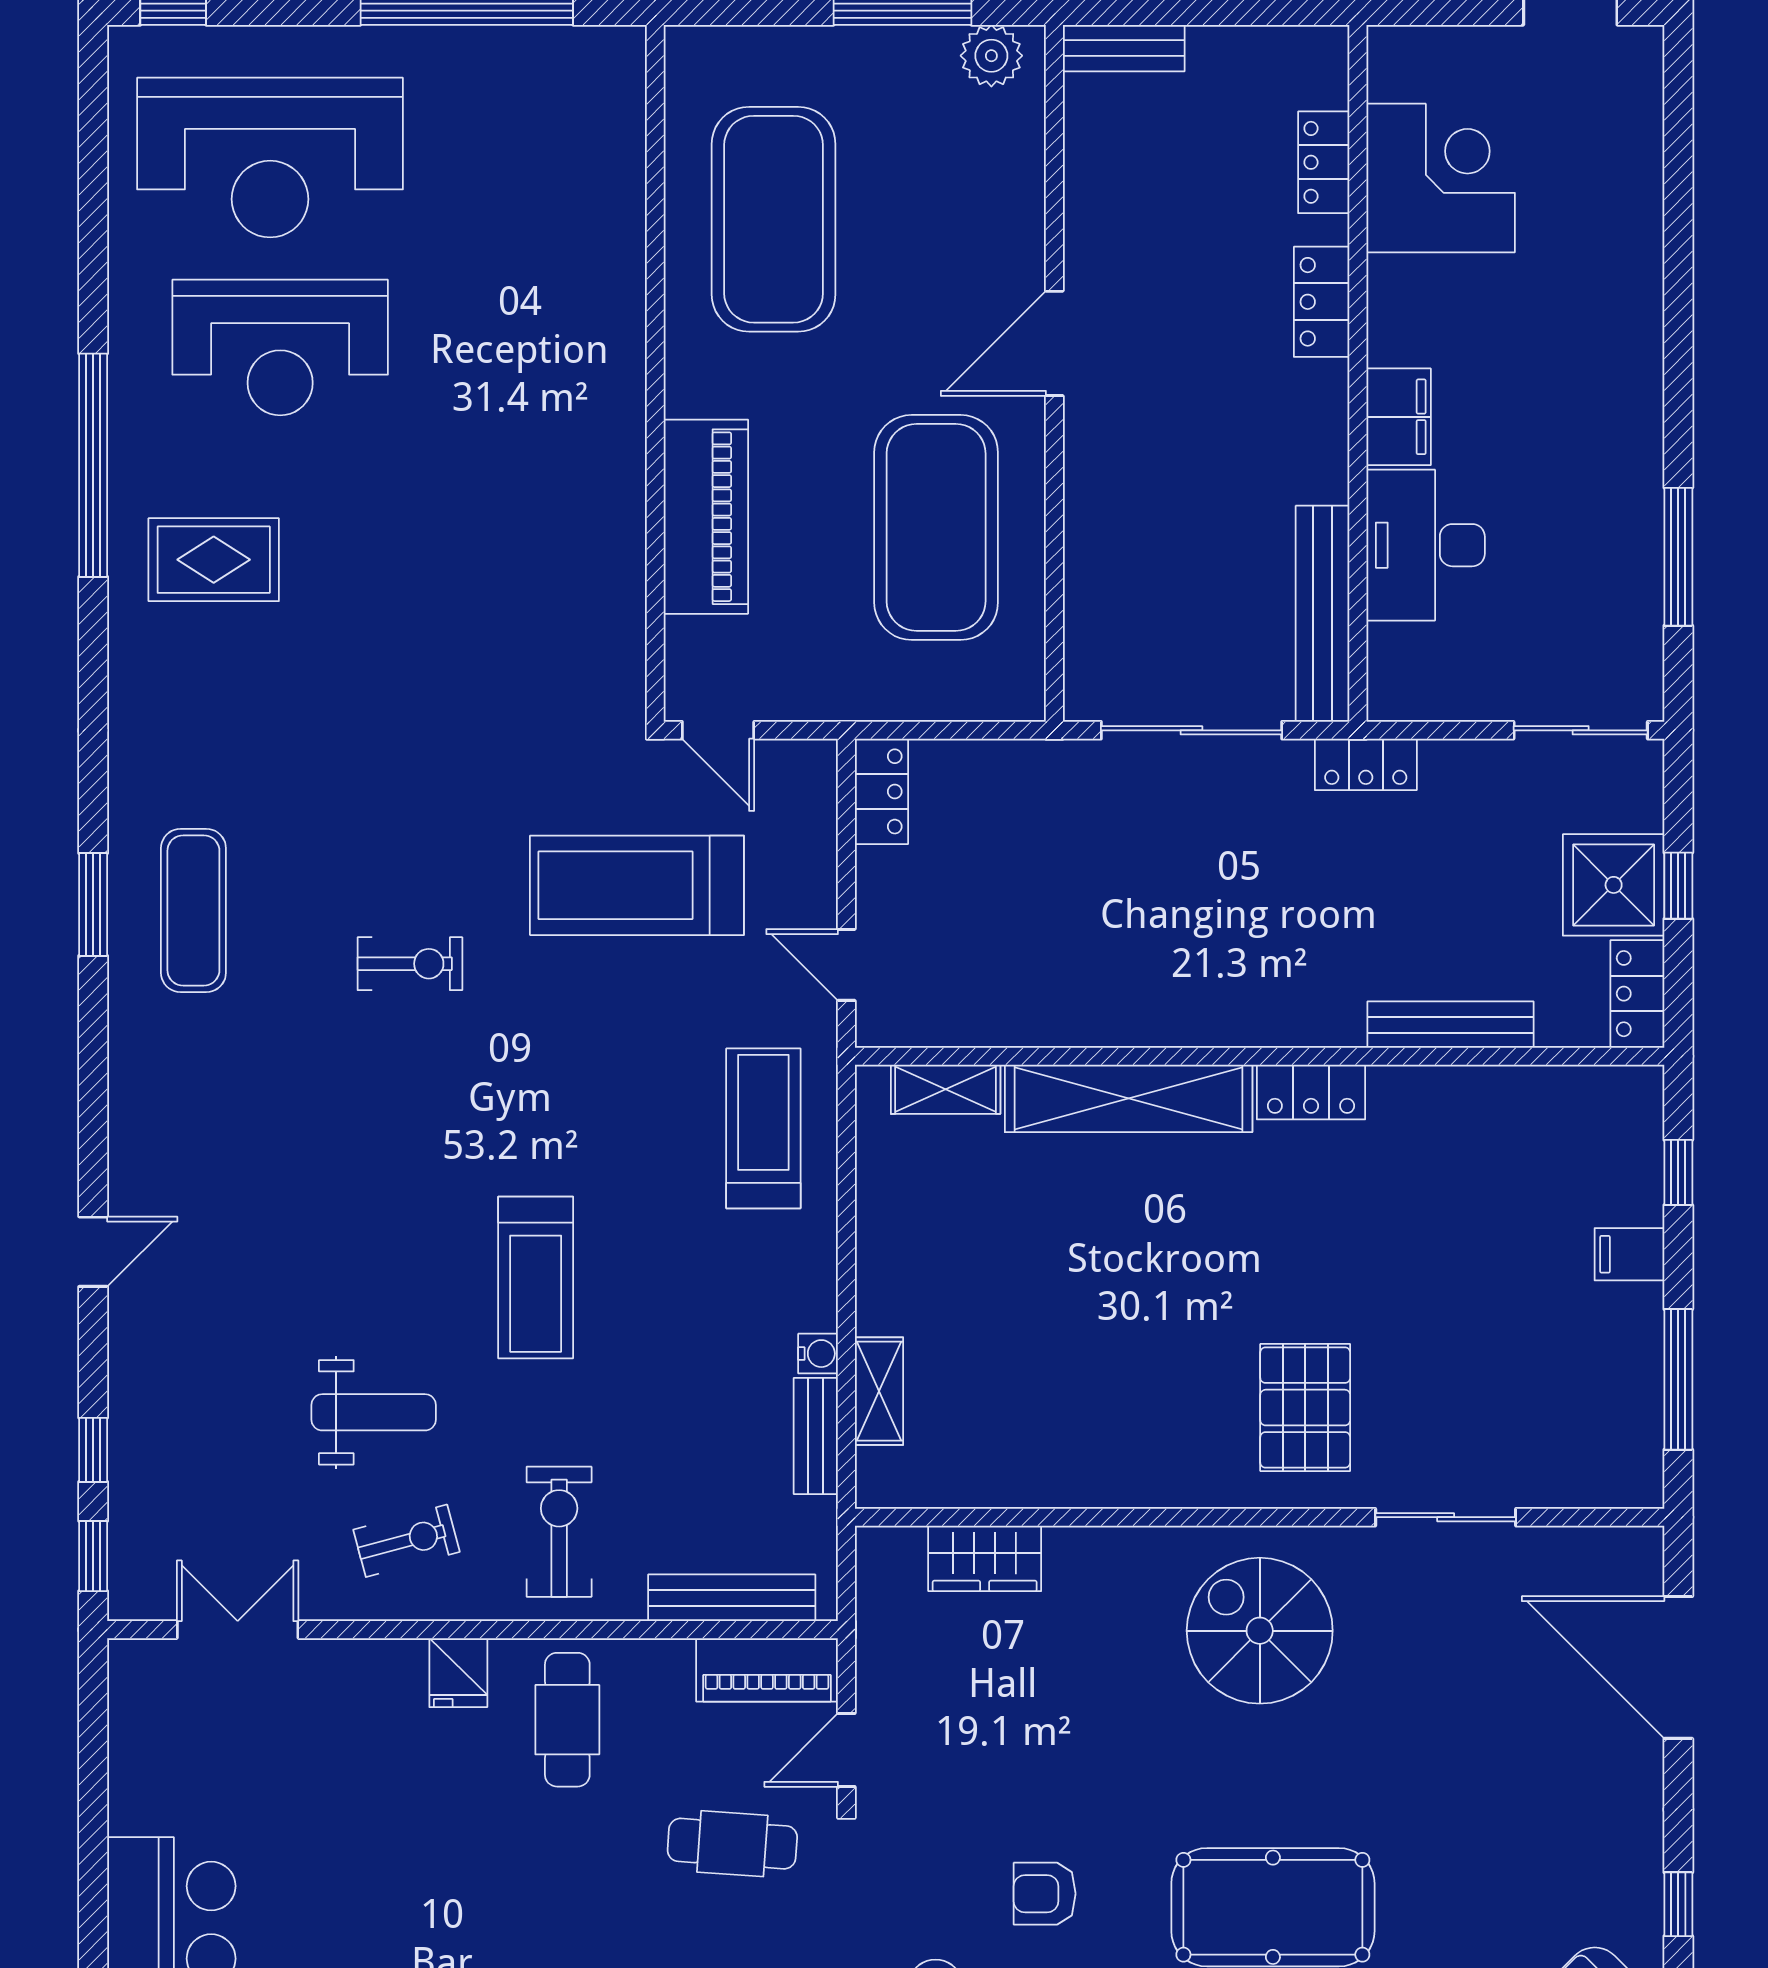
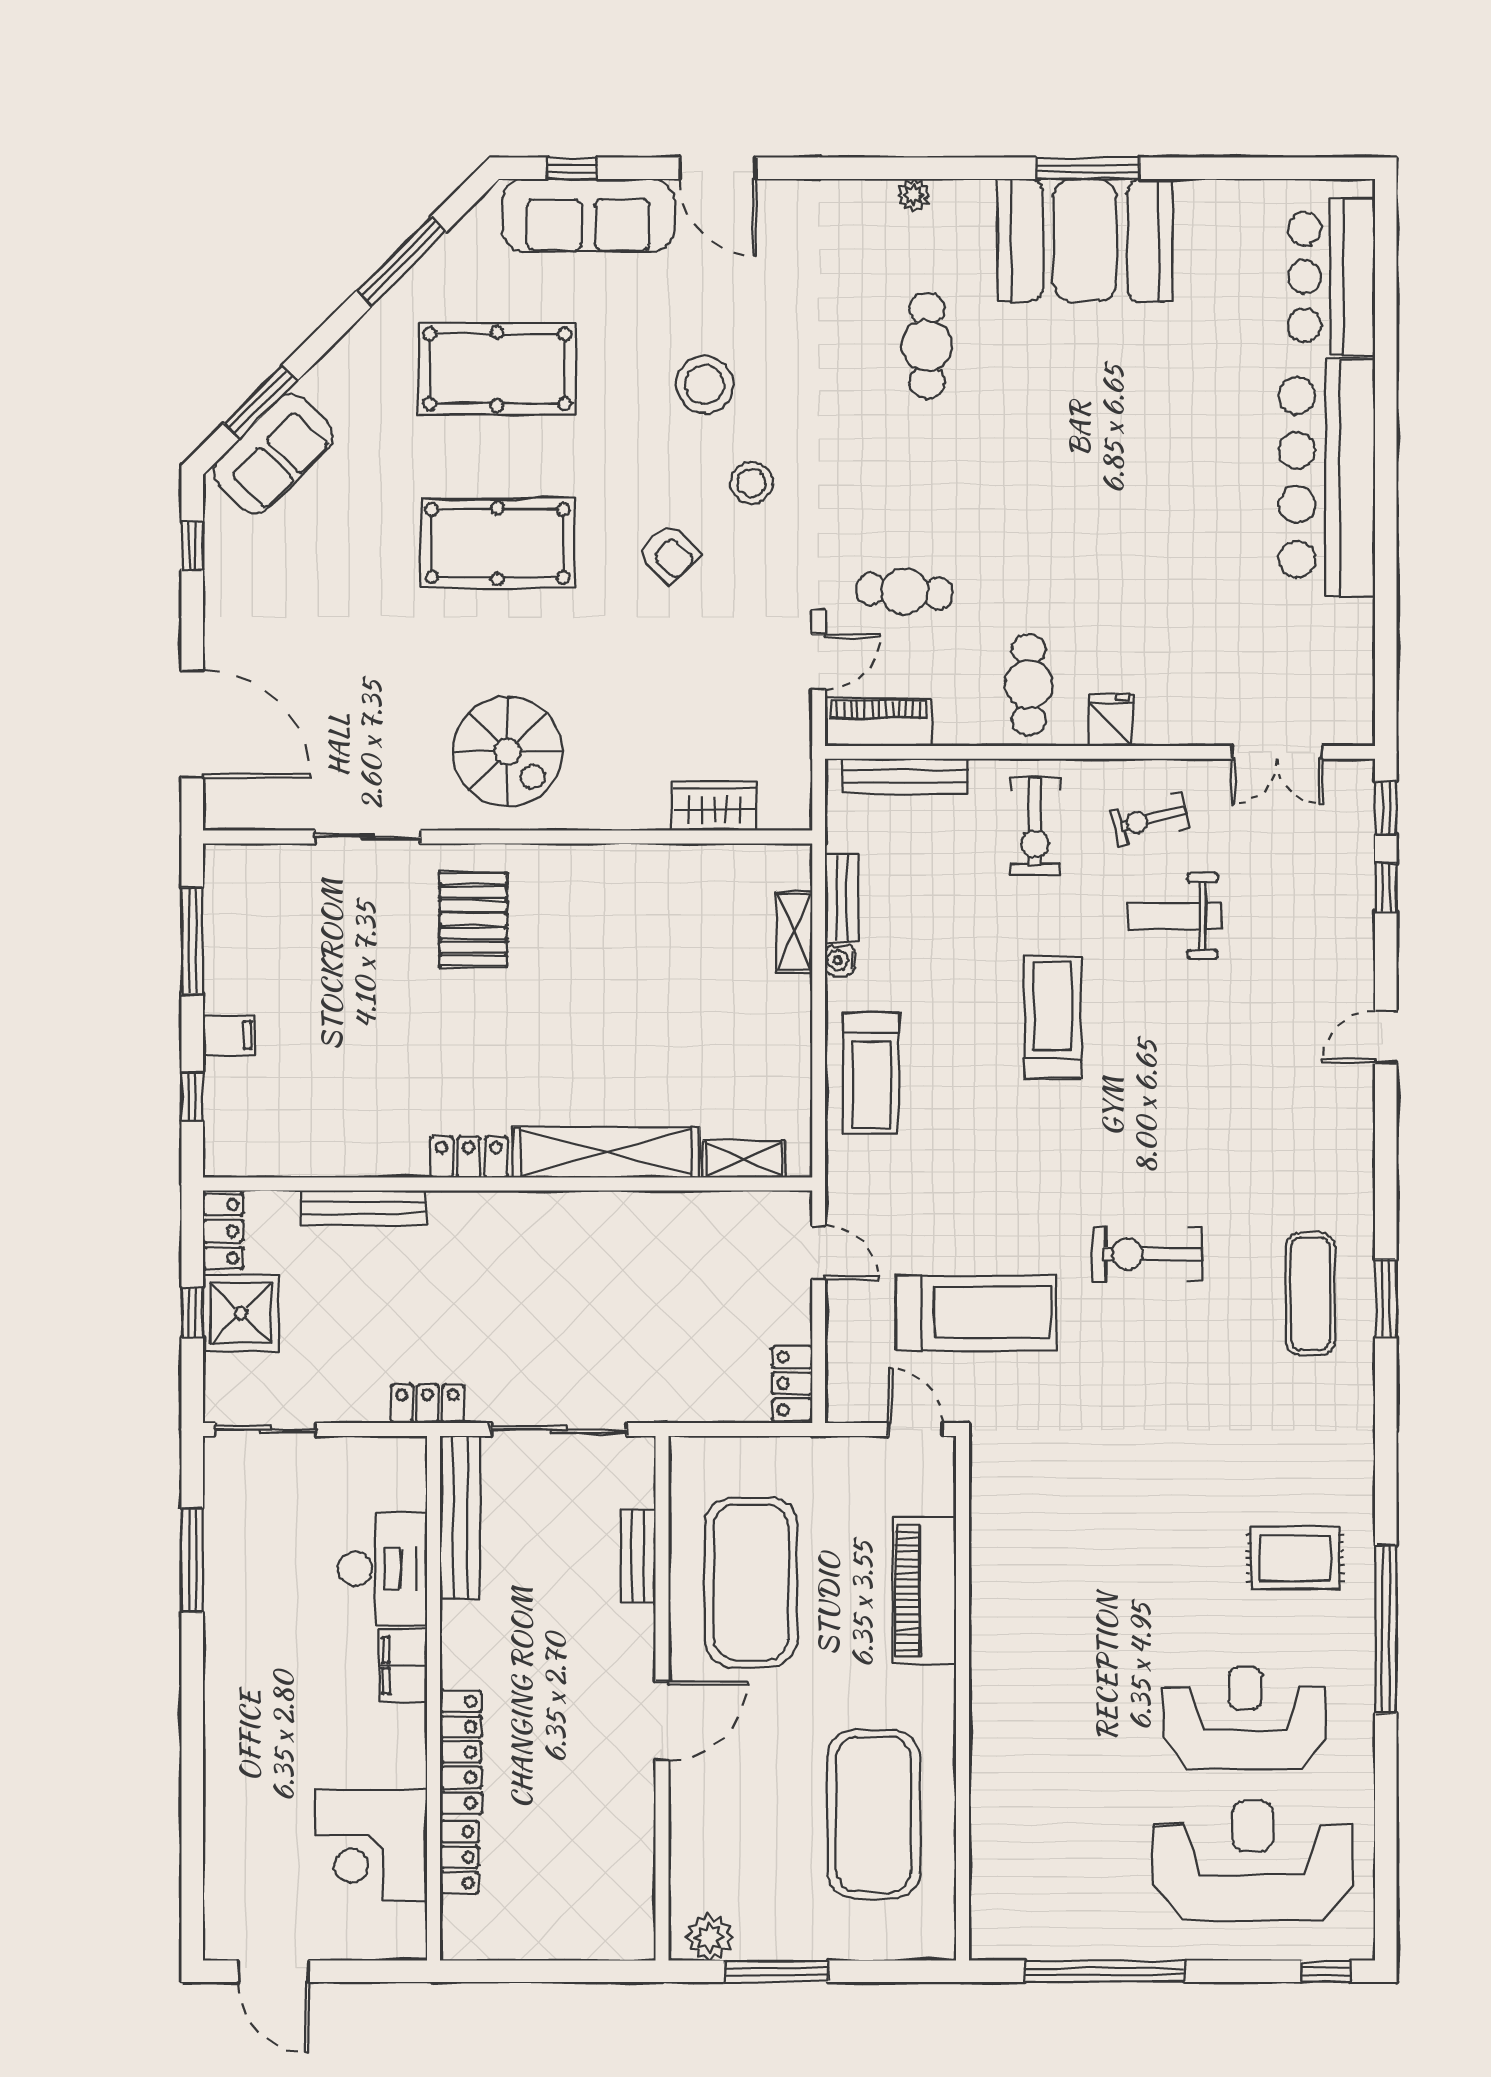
bench: (1124, 48) -> (638, 1556), moved, turned 90
locker: (1322, 302) -> (461, 1752), width x1.53
exercise bike: (410, 964) -> (1147, 1254), width x1.38, depth x1.39
treadmill: (763, 1128) -> (871, 1073), moved
armchair: (1045, 1894) -> (669, 554), turned 45

